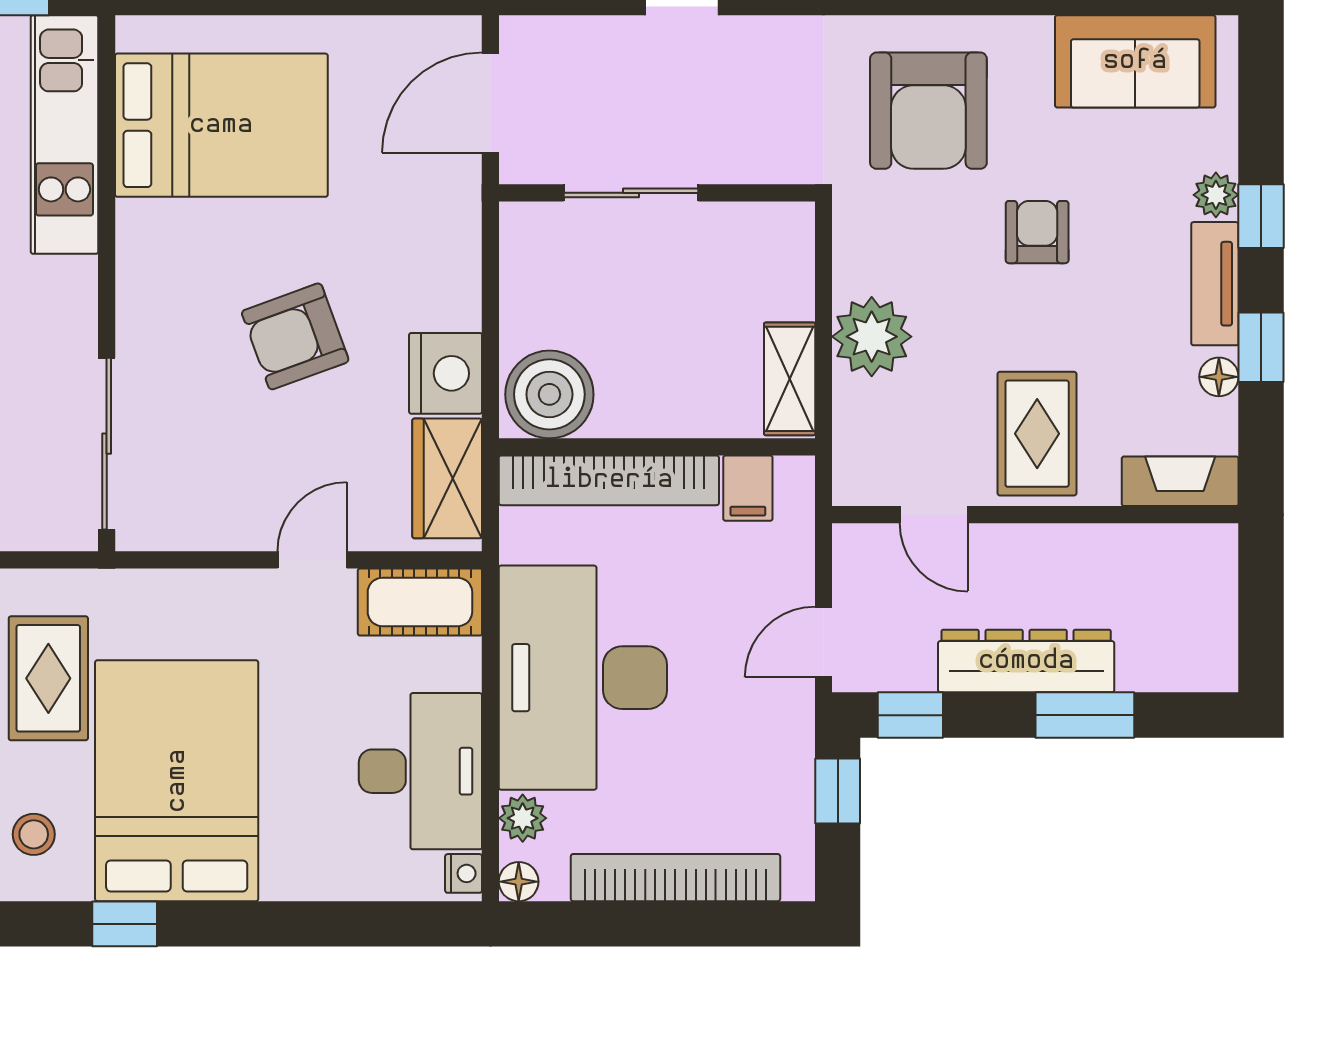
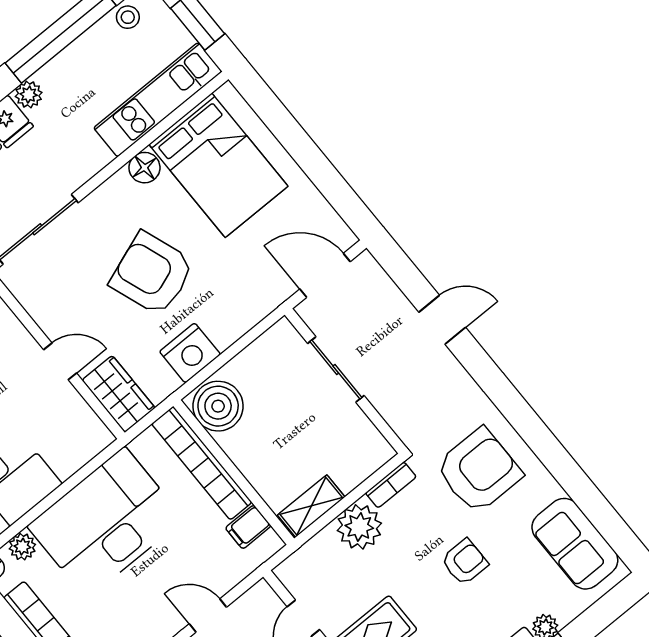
armchair: (928, 111) -> (479, 471), turned 180
floor lamp: (142, 228) -> (144, 168), added
bookcase: (850, 247) -> (391, 485), added
armchair: (295, 336) -> (152, 274), width x1.36, depth x1.36
wardrobe: (447, 478) -> (119, 394), moved, turned 90
cot: (420, 602) -> (80, 424), removed

